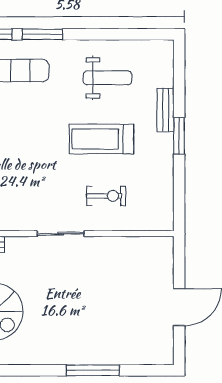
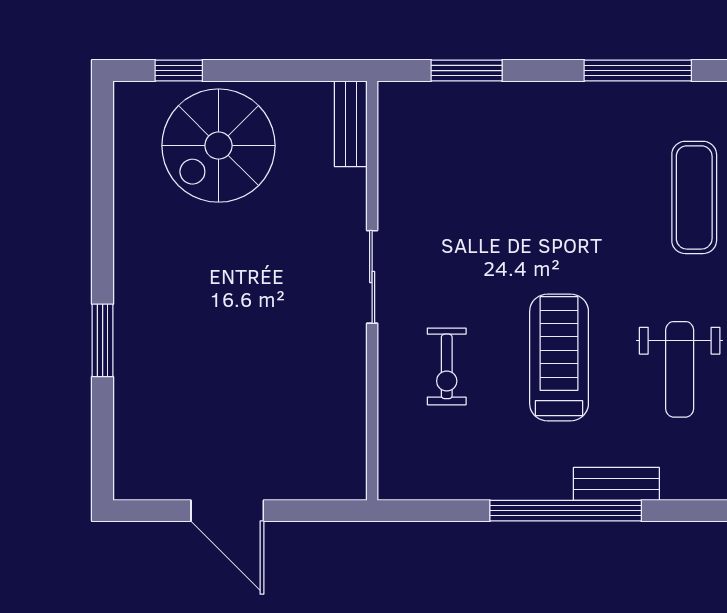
window: (179, 136) -> (566, 511), width x2.11
window: (93, 370) -> (103, 340), width x0.69

